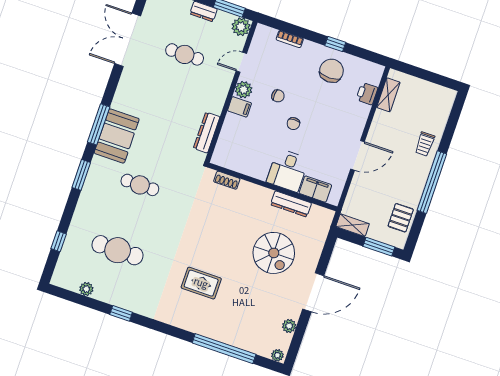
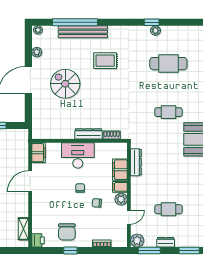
printer: (367, 94) -> (38, 240), moved
filing cabinet: (232, 130) -> (120, 170), added
desk: (288, 170) -> (78, 155), width x1.37
filing cabinet: (315, 189) -> (39, 153), moved, turned -90
dresser: (291, 204) -> (88, 134), moved
shelving: (353, 225) -> (18, 134), removed
spiral stairs: (274, 253) -> (65, 84), moved
plant: (86, 289) -> (156, 31), moved
bench: (218, 332) -> (83, 32), added

